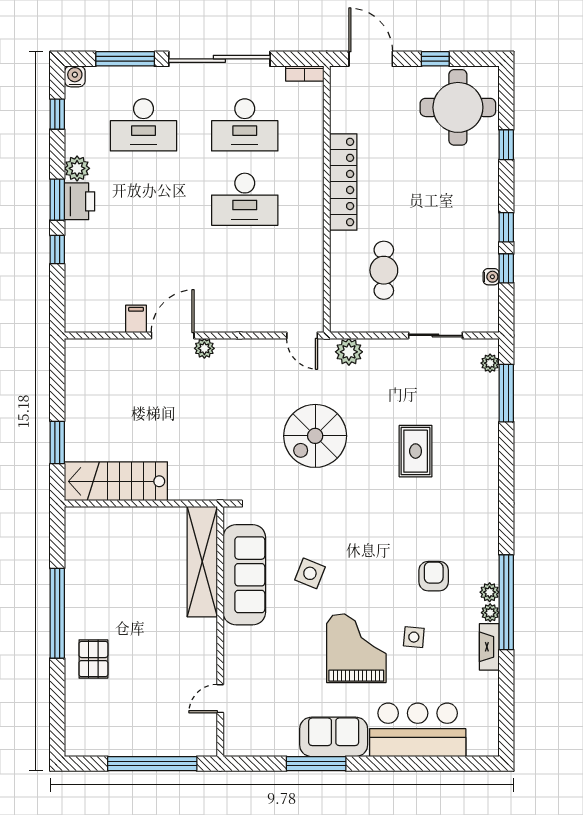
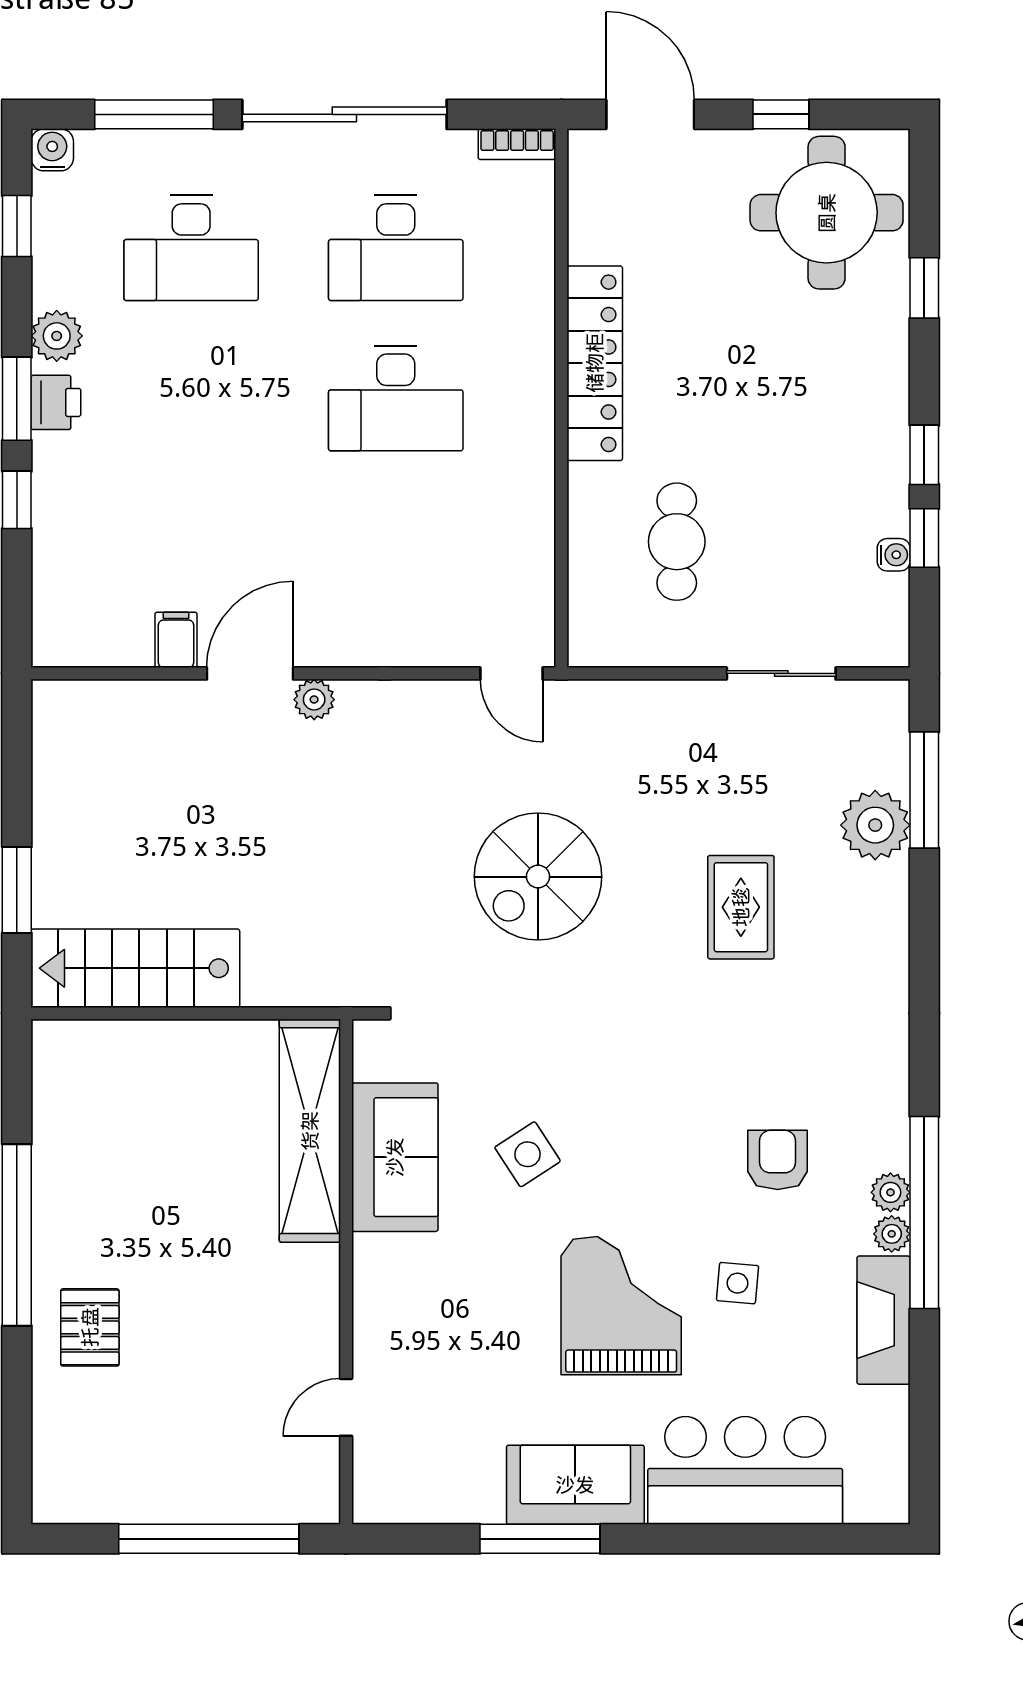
printer: (80, 201) -> (56, 402), width x0.73, depth x0.81
plant: (349, 352) -> (606, 707), removed
plant: (490, 363) -> (875, 825), moved, width x1.87, depth x1.87
side table: (310, 573) -> (528, 1154), turned 35
sofa: (244, 575) -> (395, 1157), width x0.73
fireplace: (489, 647) -> (884, 1320), width x1.37, depth x1.32

